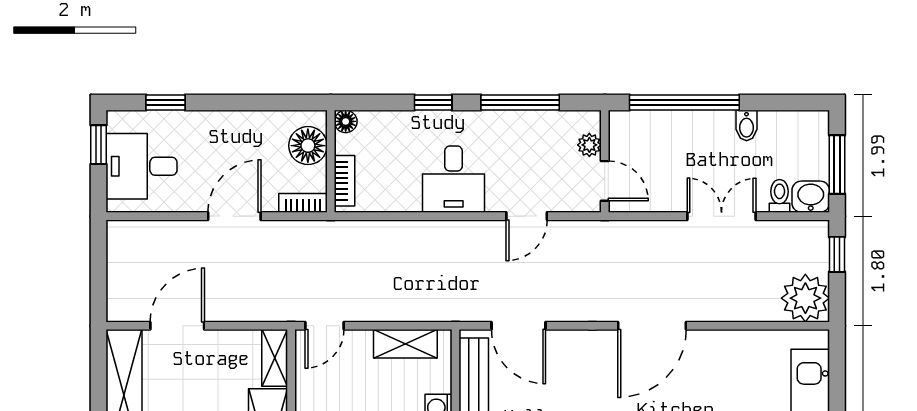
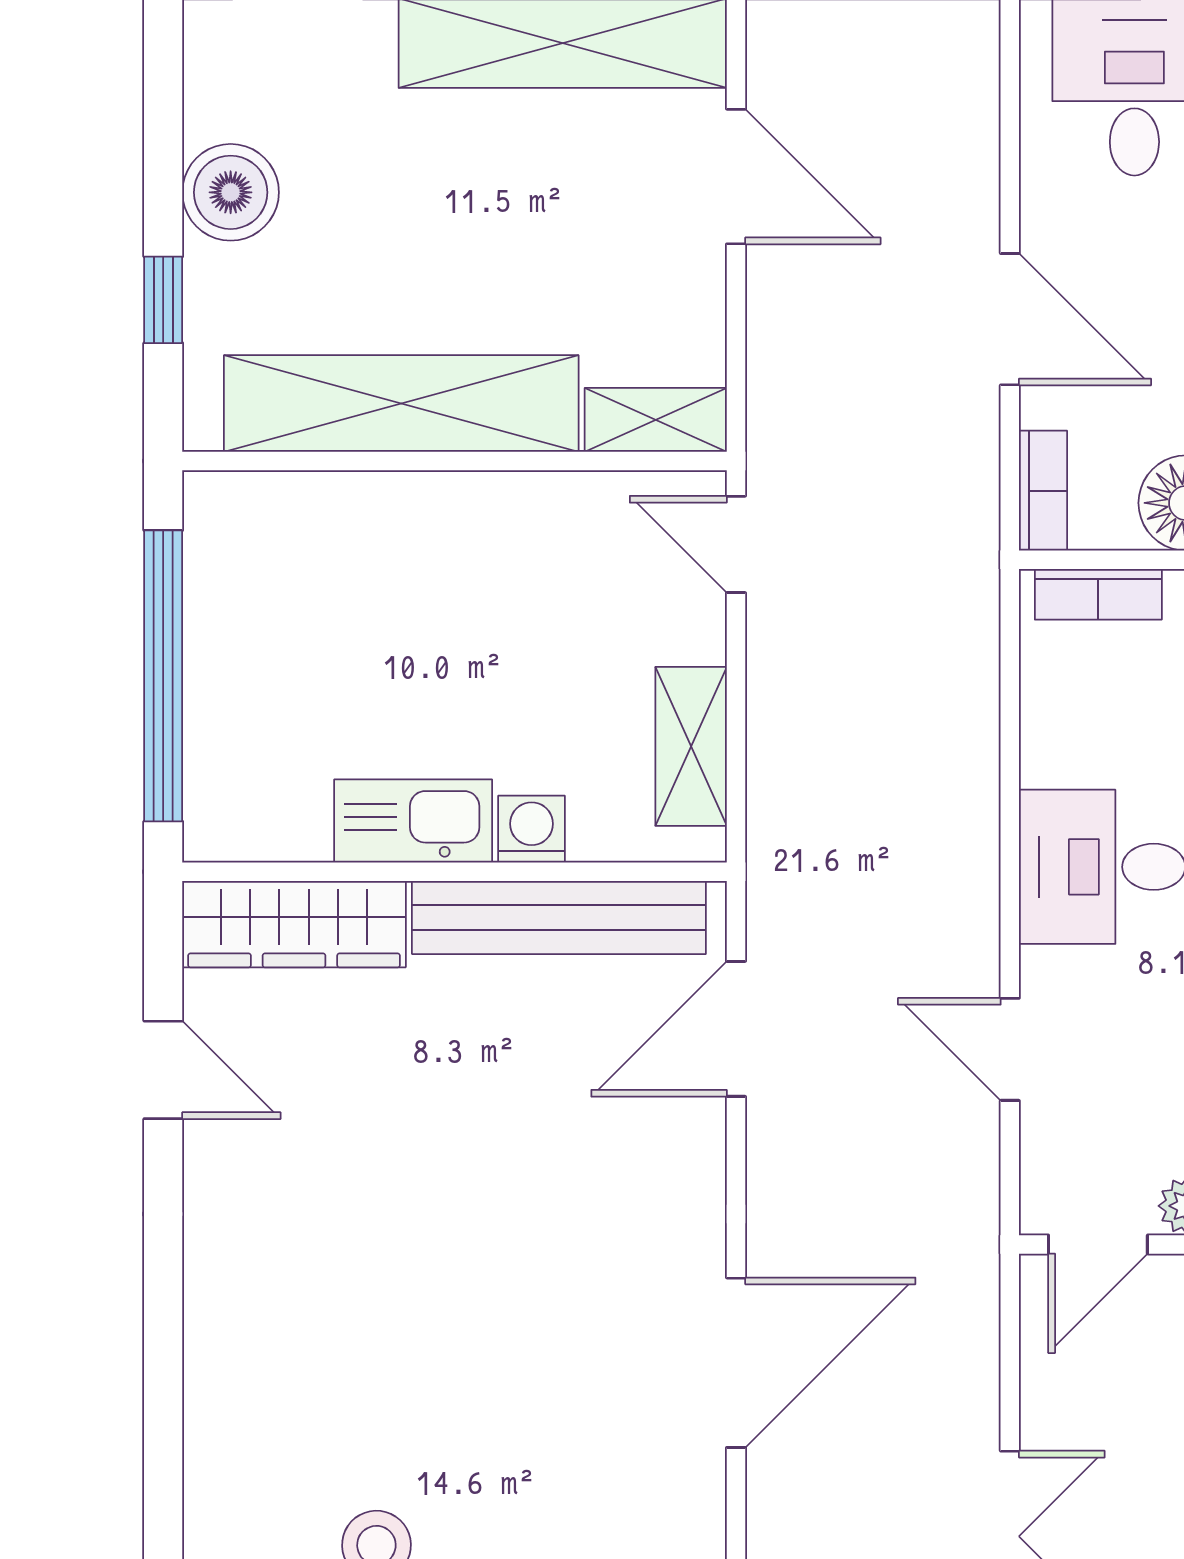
door: (652, 326) -> (736, 1363), swing flipped

